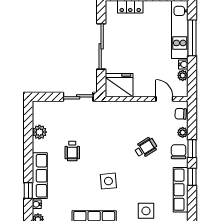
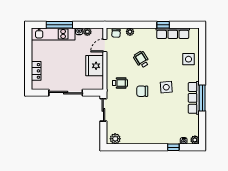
fridge: (119, 85) -> (95, 66), moved
plant: (39, 132) -> (115, 139), moved
window: (192, 149) -> (142, 25), removed
wheelchair: (72, 151) -> (120, 83), moved
chair: (179, 152) -> (142, 91), moved
row of seats: (40, 176) -> (162, 139), removed

